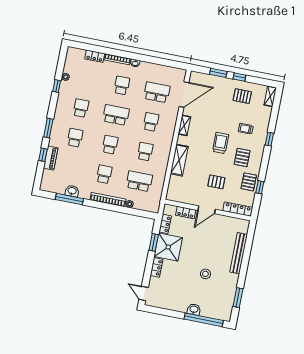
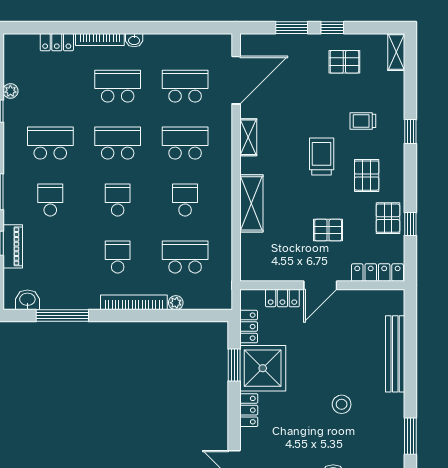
school desk: (122, 85) -> (118, 86), width x1.85
school desk: (81, 108) -> (50, 143), width x1.85
school desk: (151, 122) -> (185, 143), width x1.85
washbasin: (72, 191) -> (27, 300), moved

